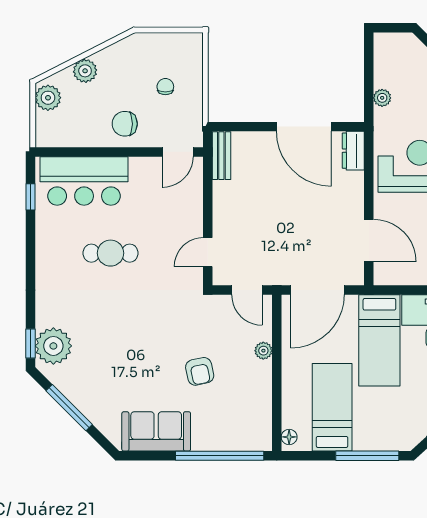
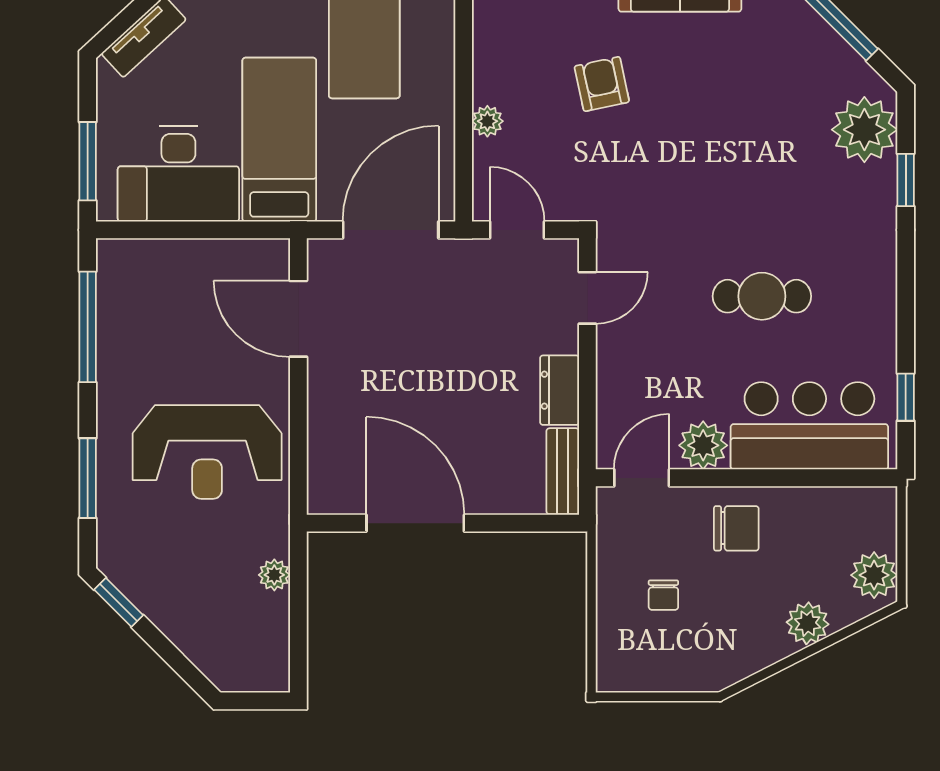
dresser: (353, 151) -> (560, 390), moved, turned 180
plant: (143, 170) -> (703, 445), added
window: (30, 344) -> (906, 180), moved

